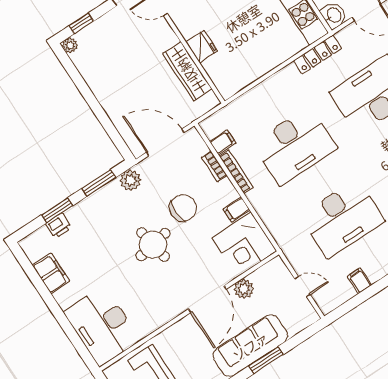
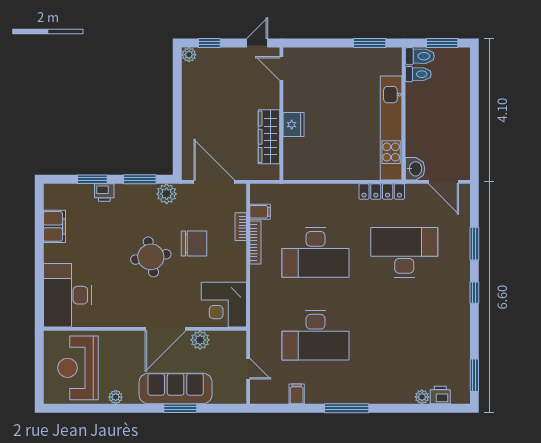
filing cabinet: (237, 210) -> (236, 273), removed
printer: (59, 226) -> (104, 192), moved

